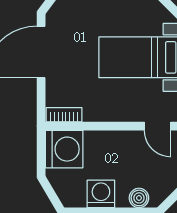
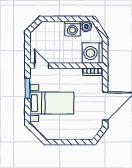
boiler: (139, 198) -> (86, 26), moved

